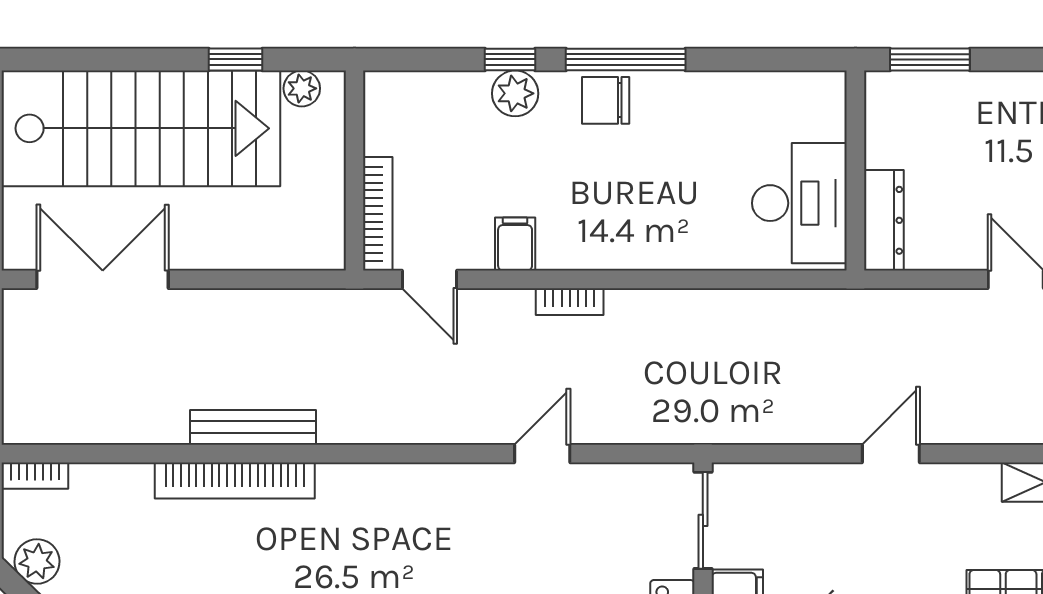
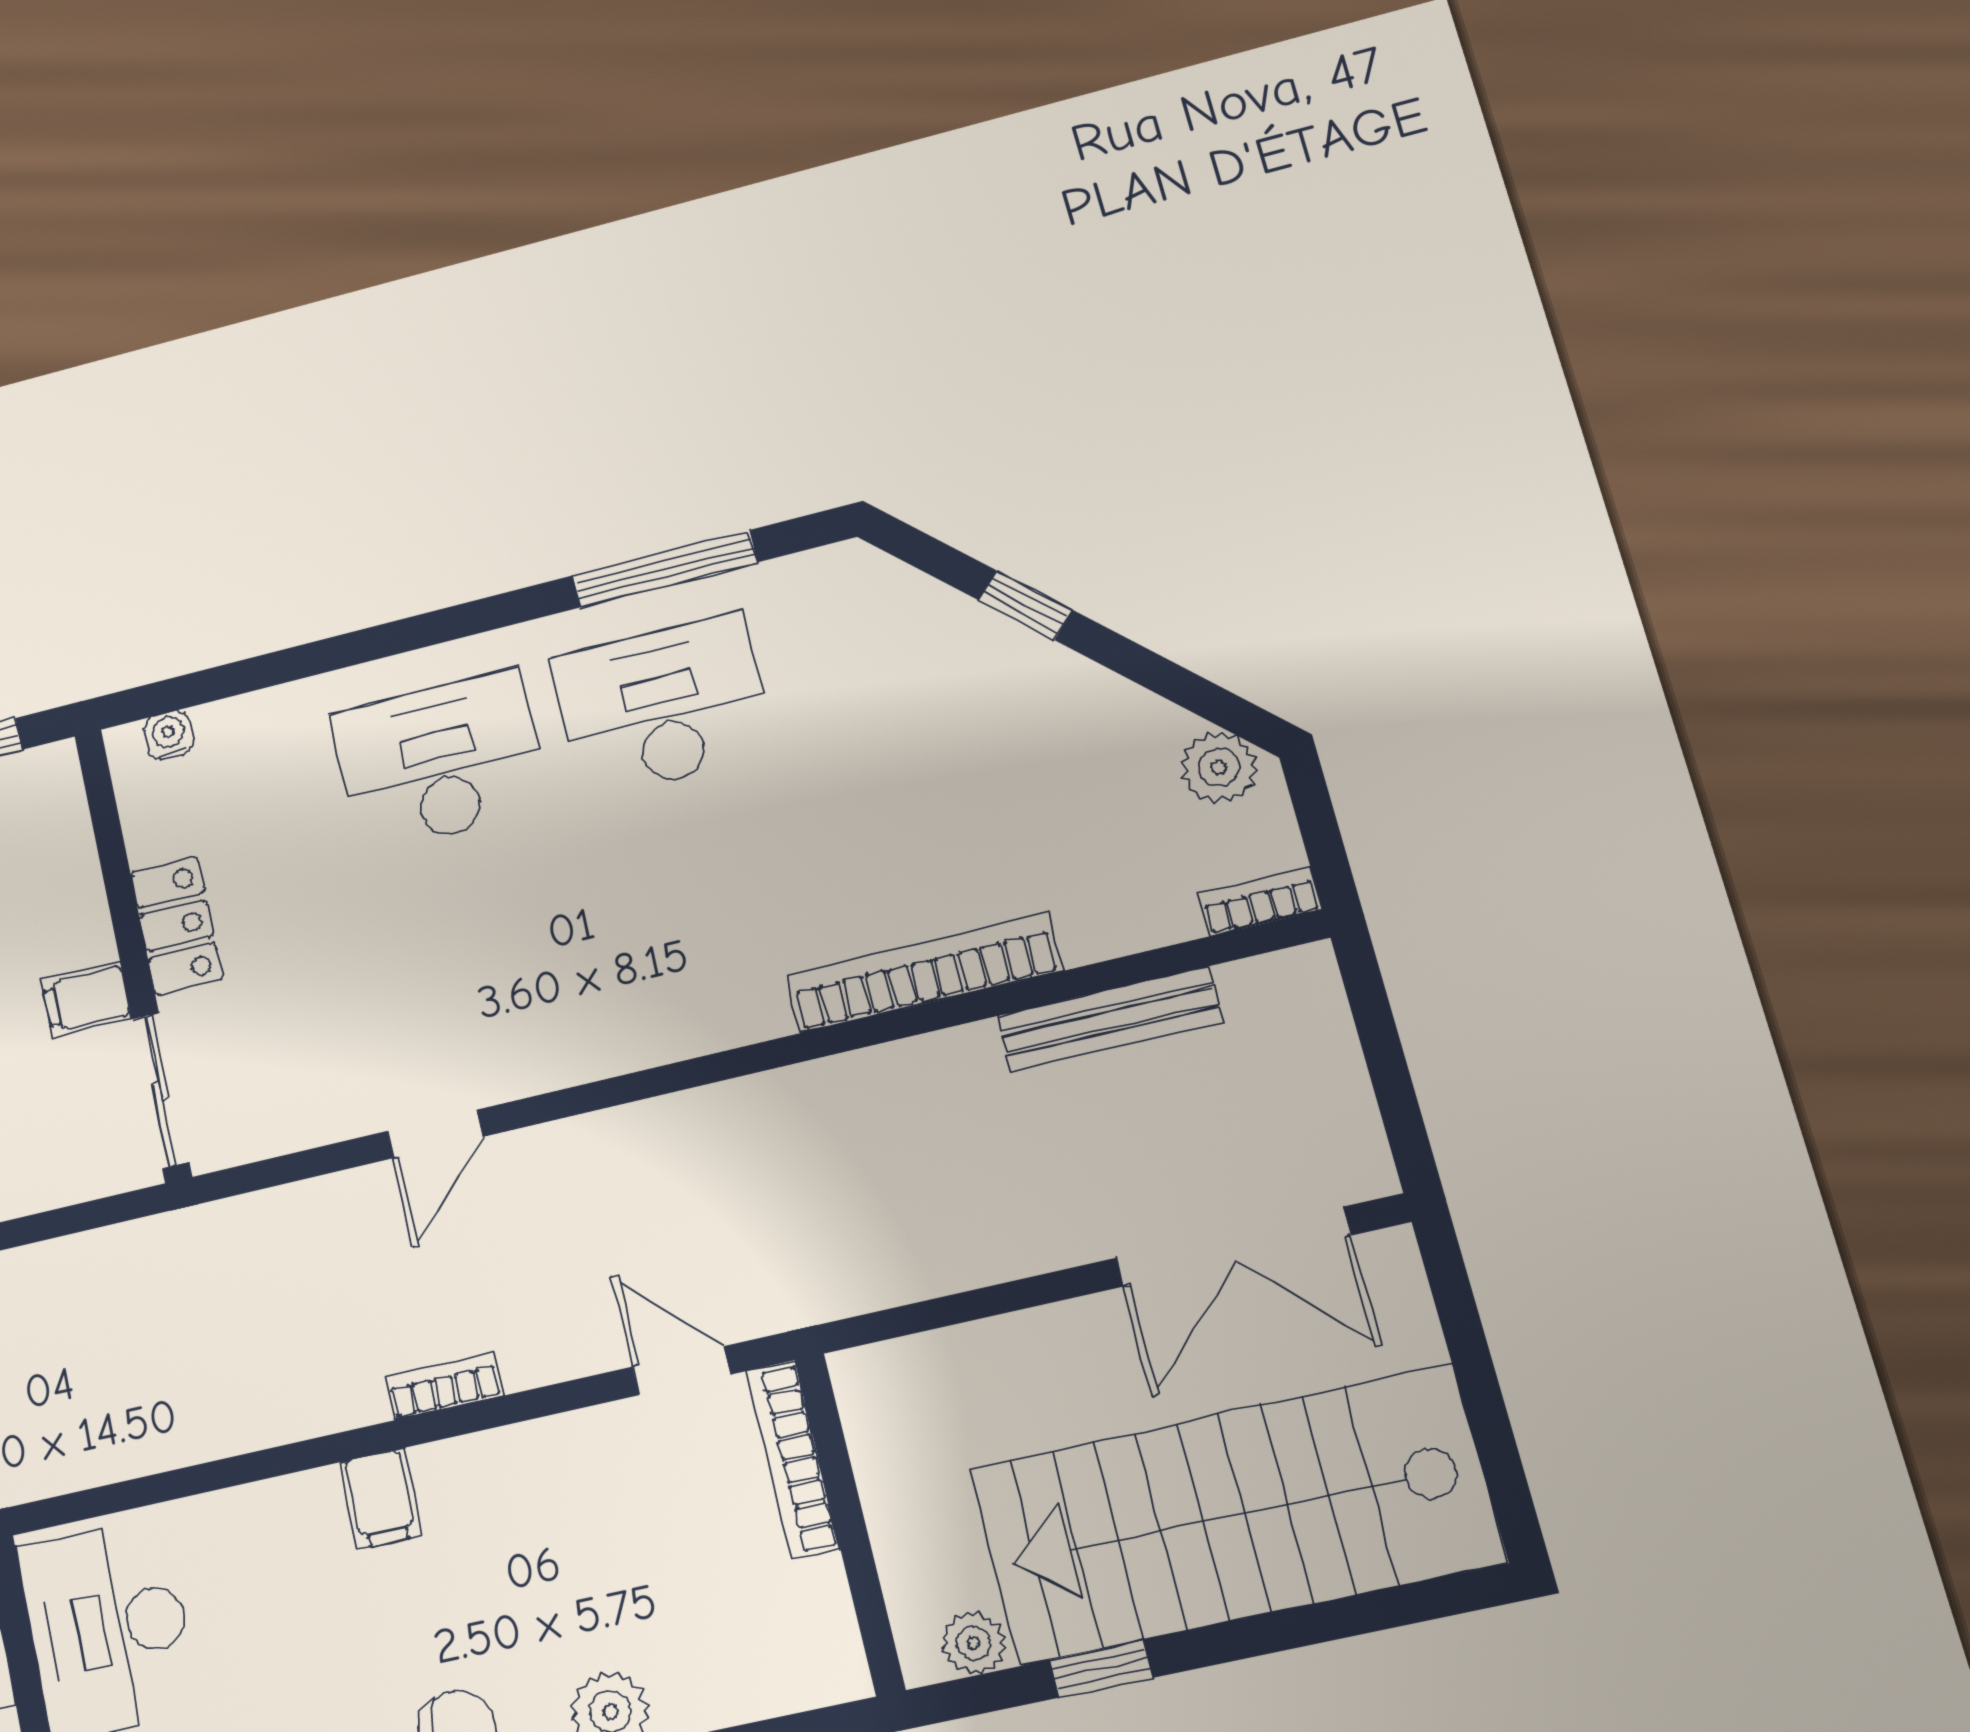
filing cabinet: (515, 244) -> (381, 1499), moved
bench: (253, 427) -> (1110, 1019), moved

